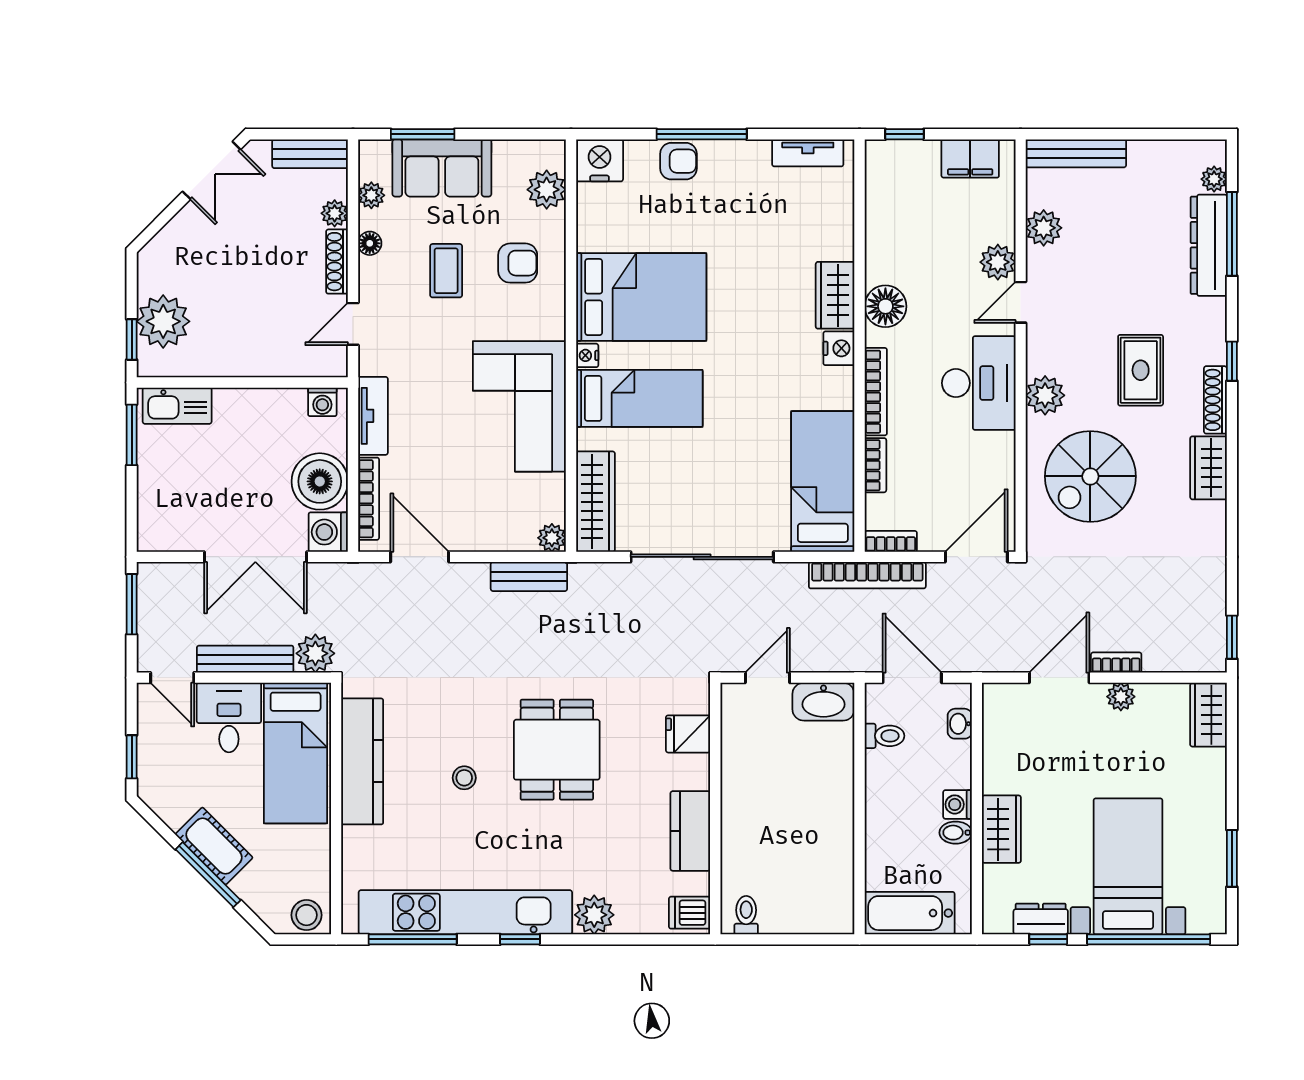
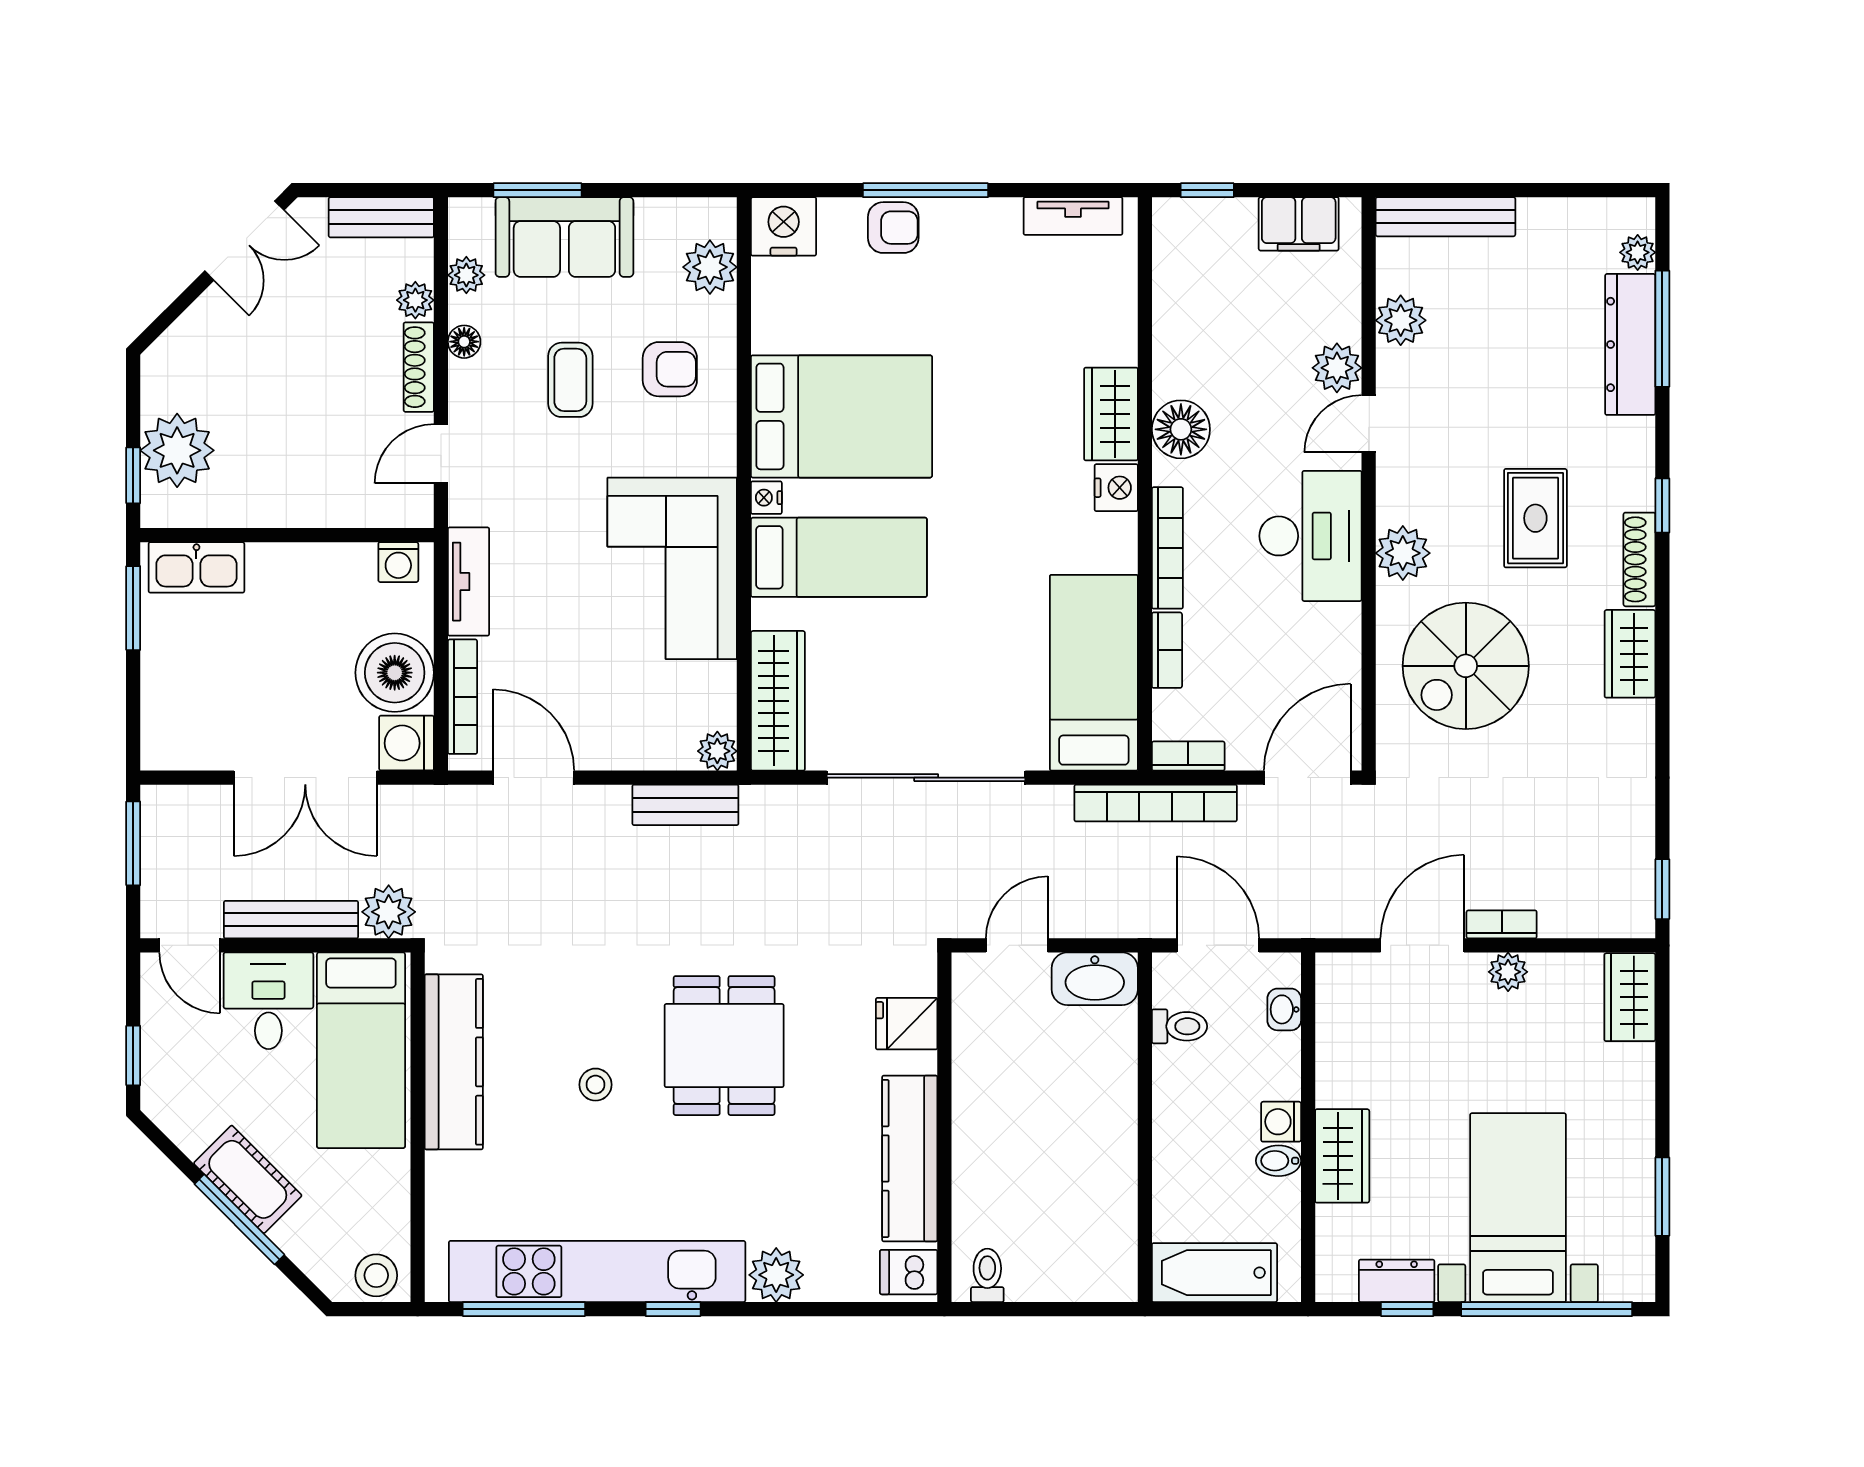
kitchen counter: (690, 831) -> (910, 1159), width x1.50

